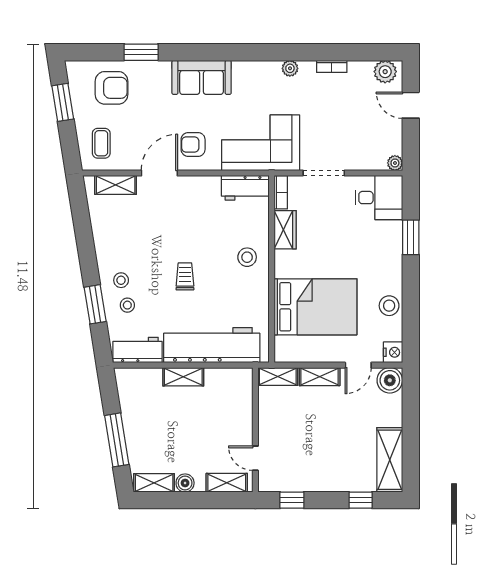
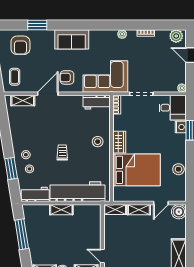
armchair: (112, 88) -> (20, 45), turned 90
wardrobe: (285, 230) -> (119, 142), moved
nightstand: (393, 352) -> (181, 127), moved
window: (117, 440) -> (22, 234), moved

